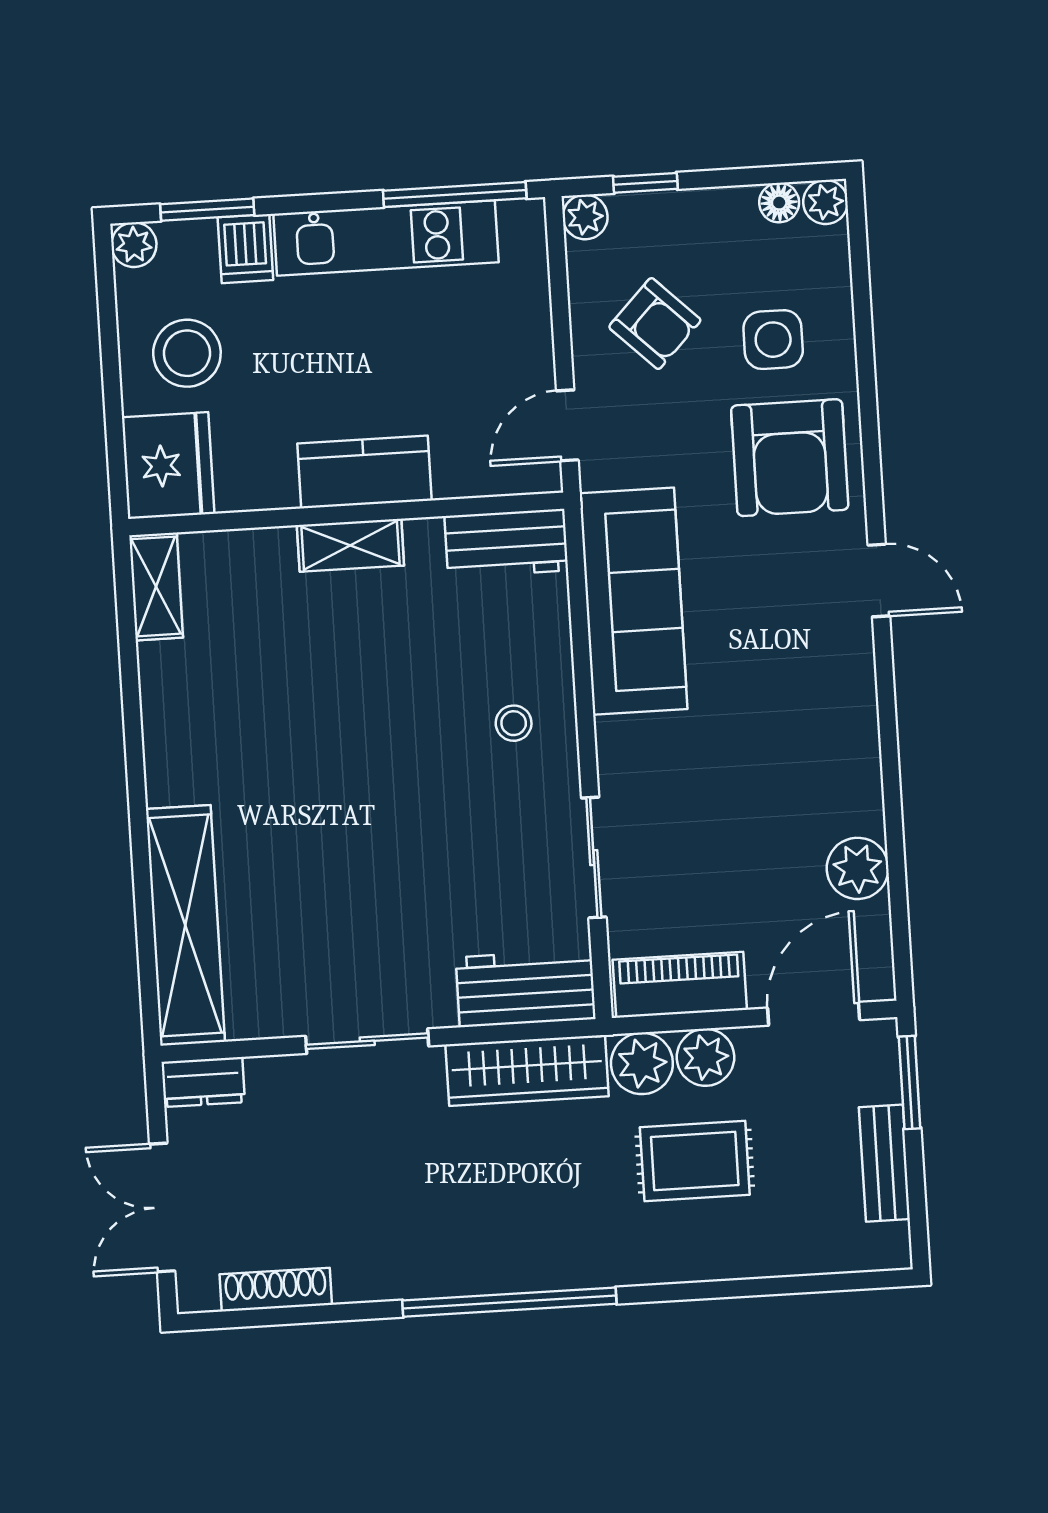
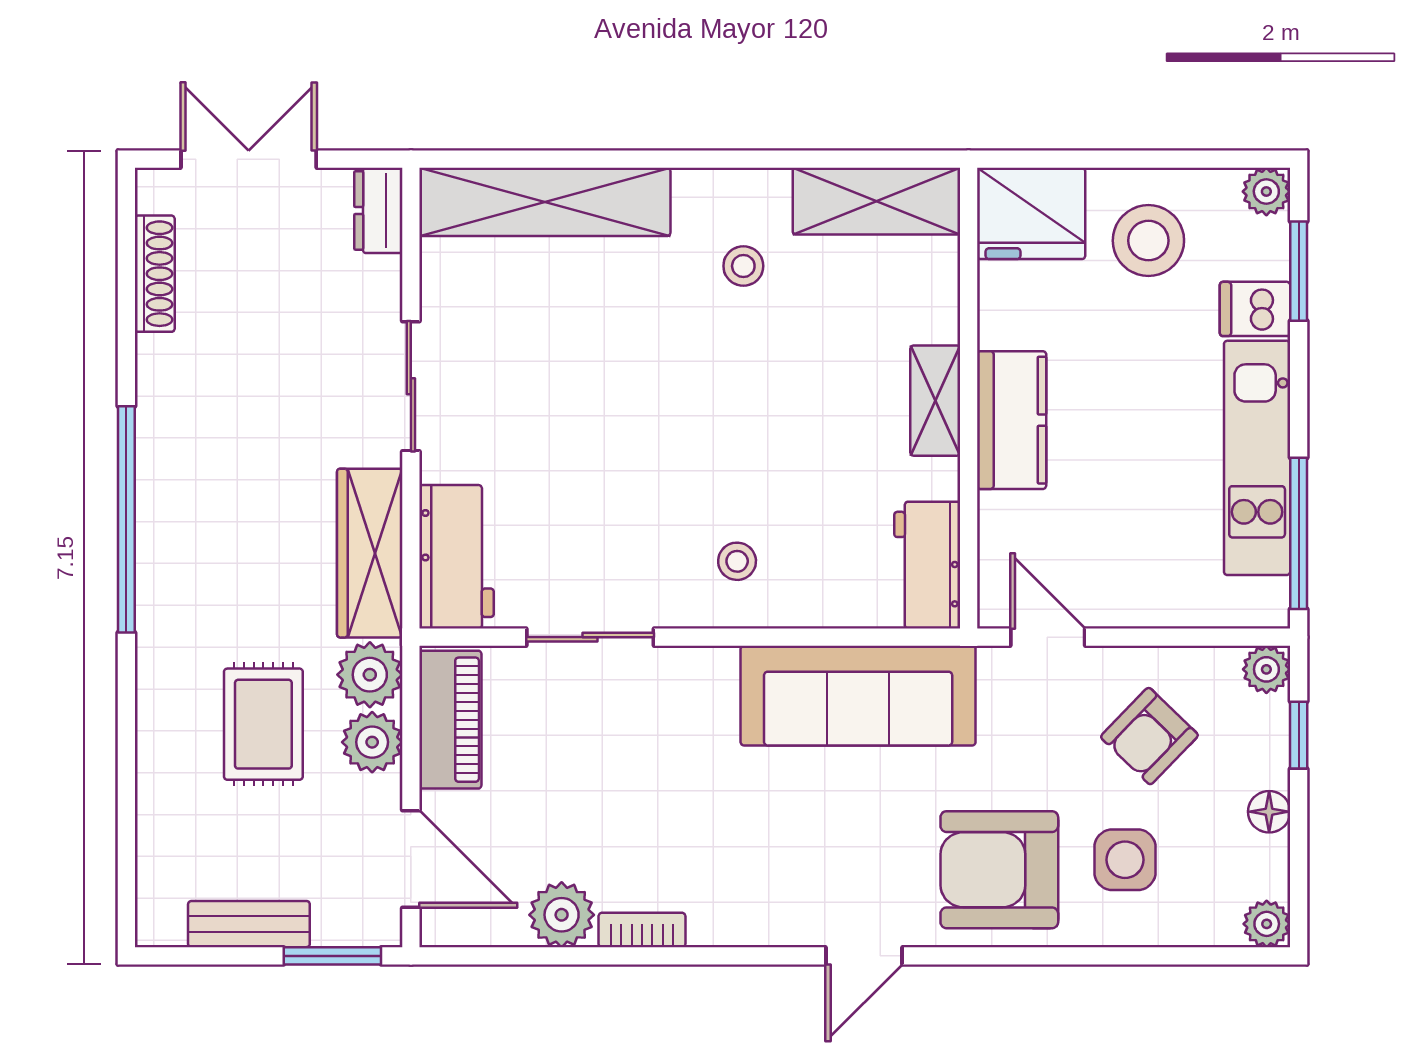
floor lamp: (779, 203) -> (1269, 812), moved
shelving: (156, 586) -> (876, 201), width x1.50, depth x1.33
stool: (234, 734) -> (743, 266), added
bookcase: (867, 792) -> (642, 930), added

